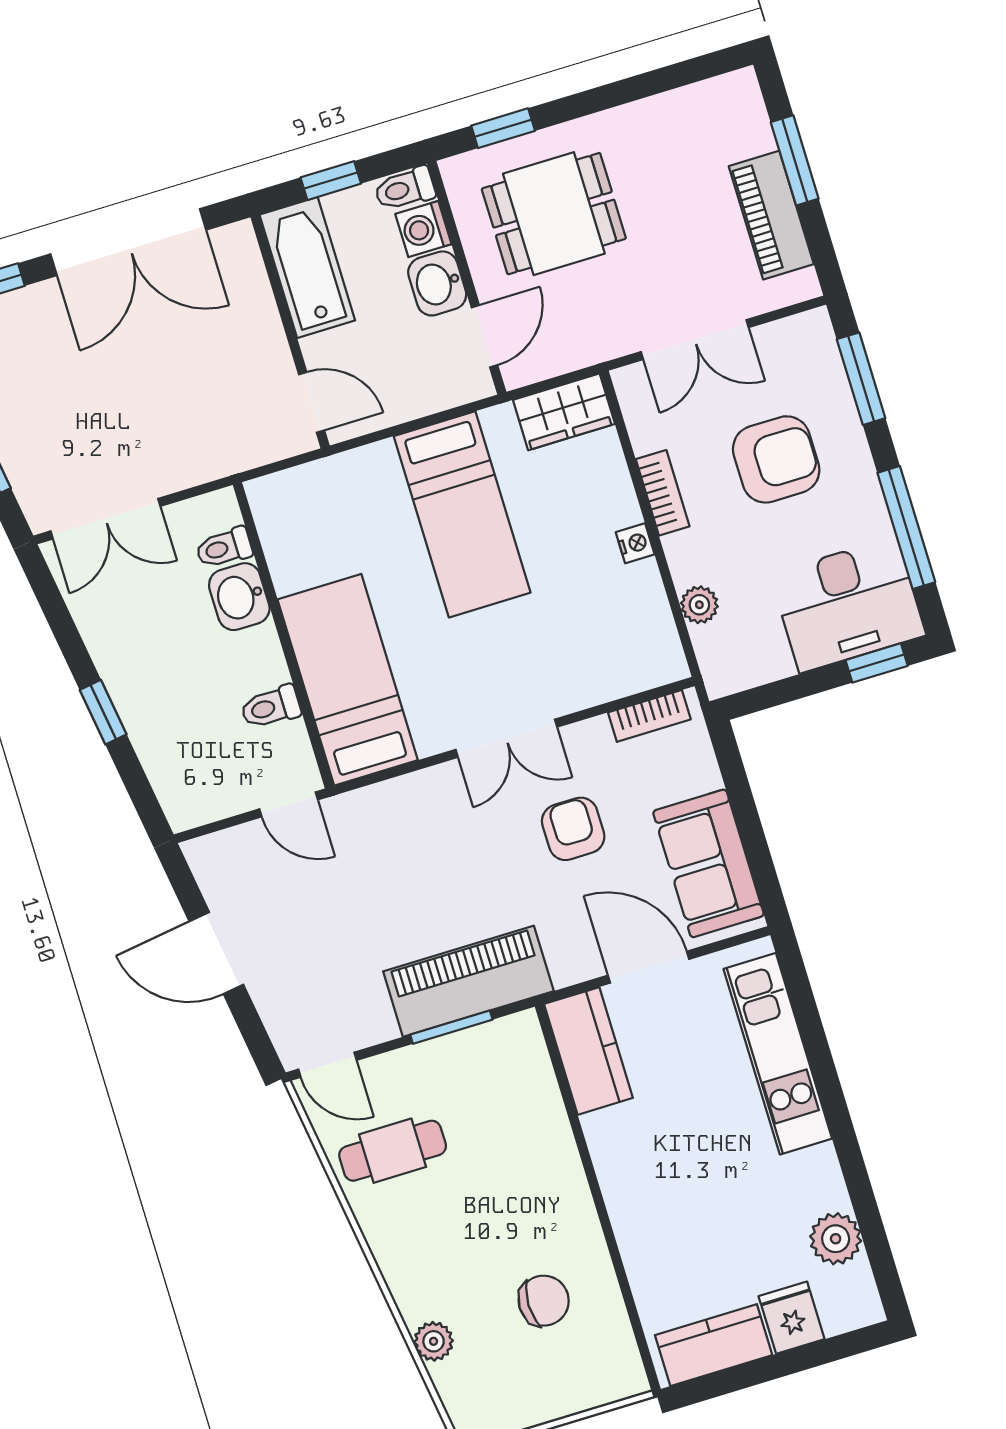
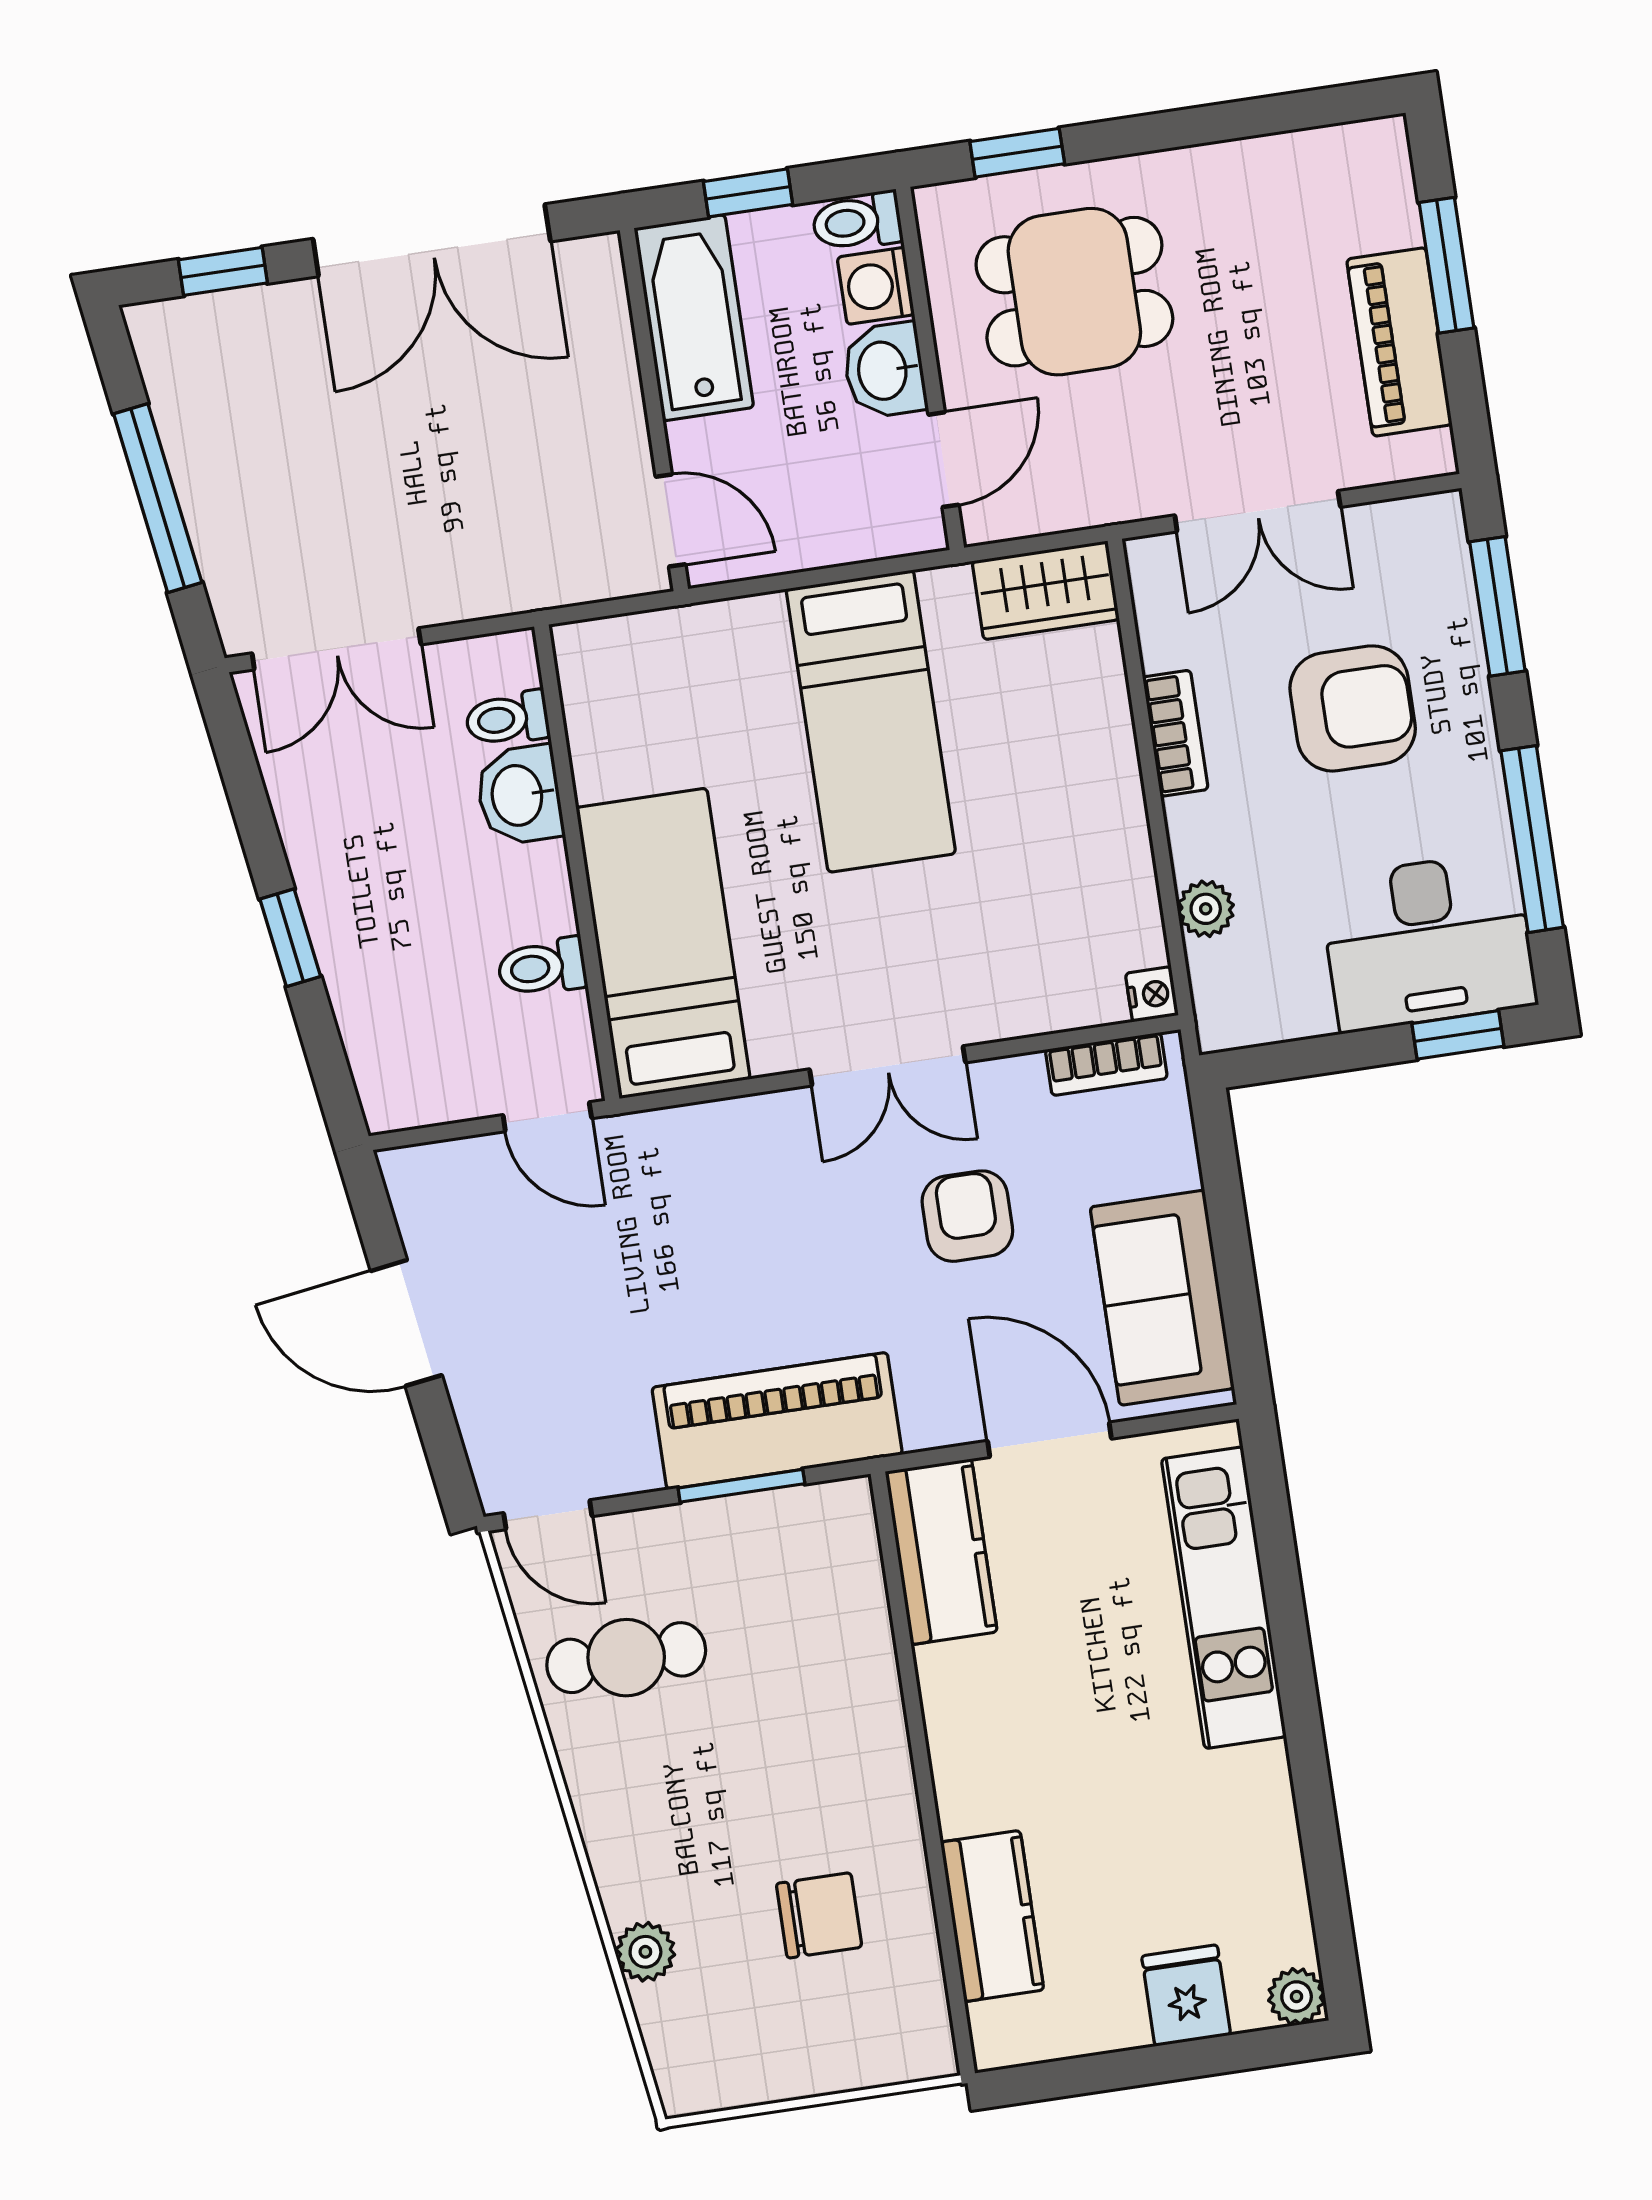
nightstand: (635, 543) -> (1152, 994), moved
plant: (836, 1239) -> (1297, 1997), moved, width x0.73, depth x0.73
kitchen counter: (714, 1345) -> (992, 1916), moved, turned 90

